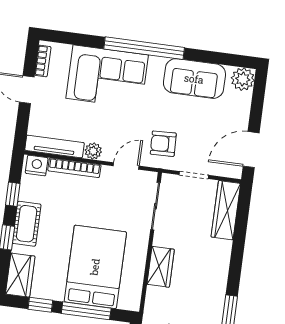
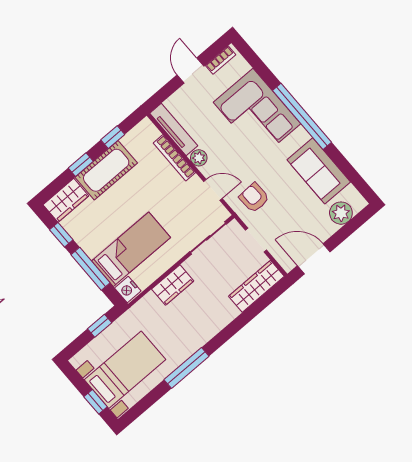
plant: (243, 79) -> (341, 213), moved
nightstand: (37, 165) -> (128, 289), moved, turned 180
cot: (27, 224) -> (106, 170), width x1.37, depth x1.34
bed: (95, 267) -> (131, 249), width x0.67

